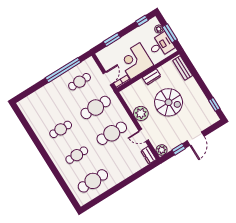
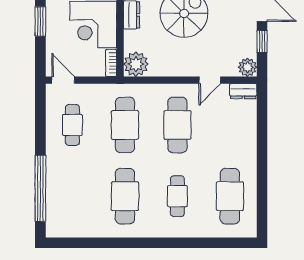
window: (112, 40) -> (40, 21), moved
window: (63, 70) -> (40, 188), moved
door: (108, 78) -> (63, 80), moved
plant: (141, 113) -> (136, 64), moved
cafe table: (61, 129) -> (125, 196), width x1.37, depth x1.35

